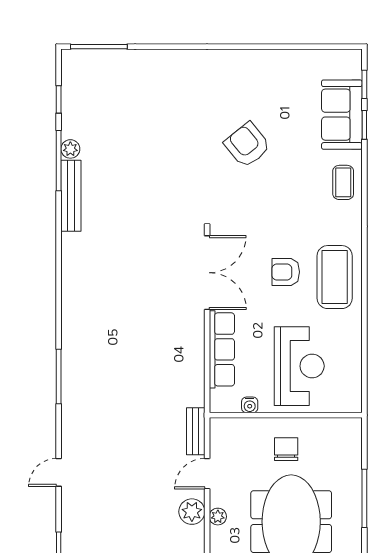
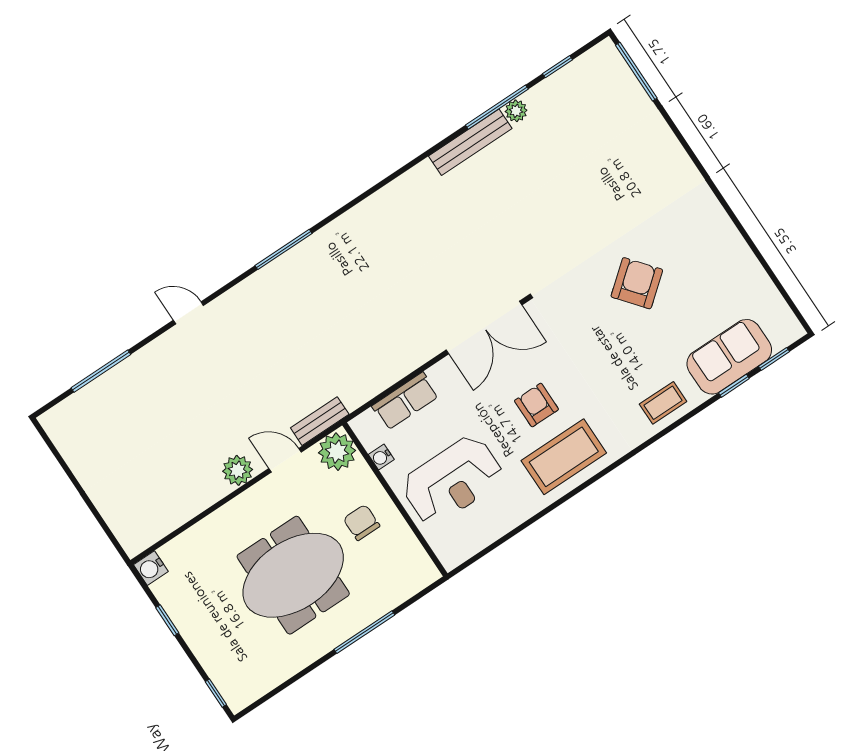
row of seats: (222, 349) -> (405, 401), width x0.68
chair: (286, 449) -> (362, 522), turned -90
plant: (218, 517) -> (337, 452), moved, width x1.88, depth x1.88

